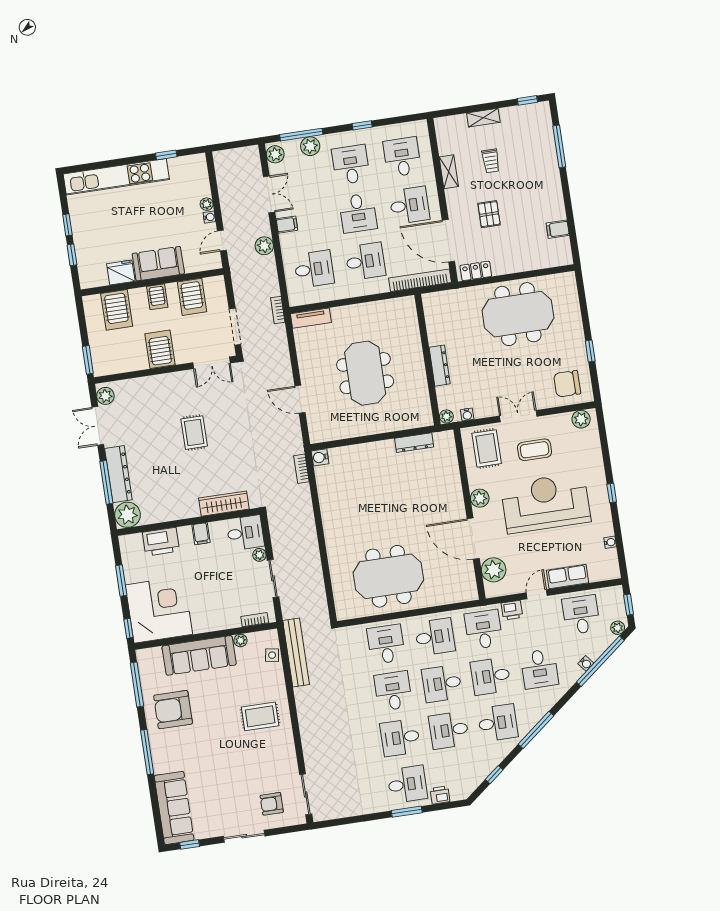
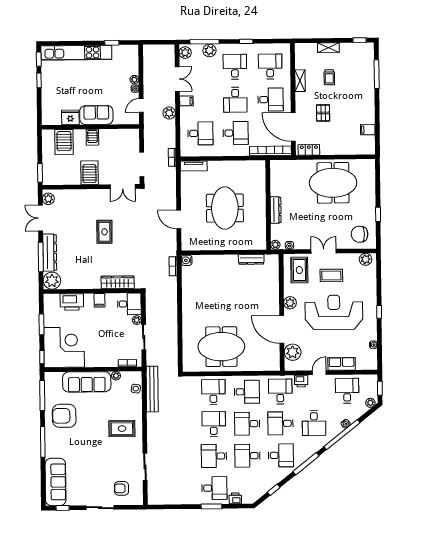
window: (72, 255) -> (39, 59), moved
server rack: (192, 297) -> (116, 140), removed
window: (600, 661) -> (342, 435), moved
sliding door: (306, 794) -> (145, 467), moved

